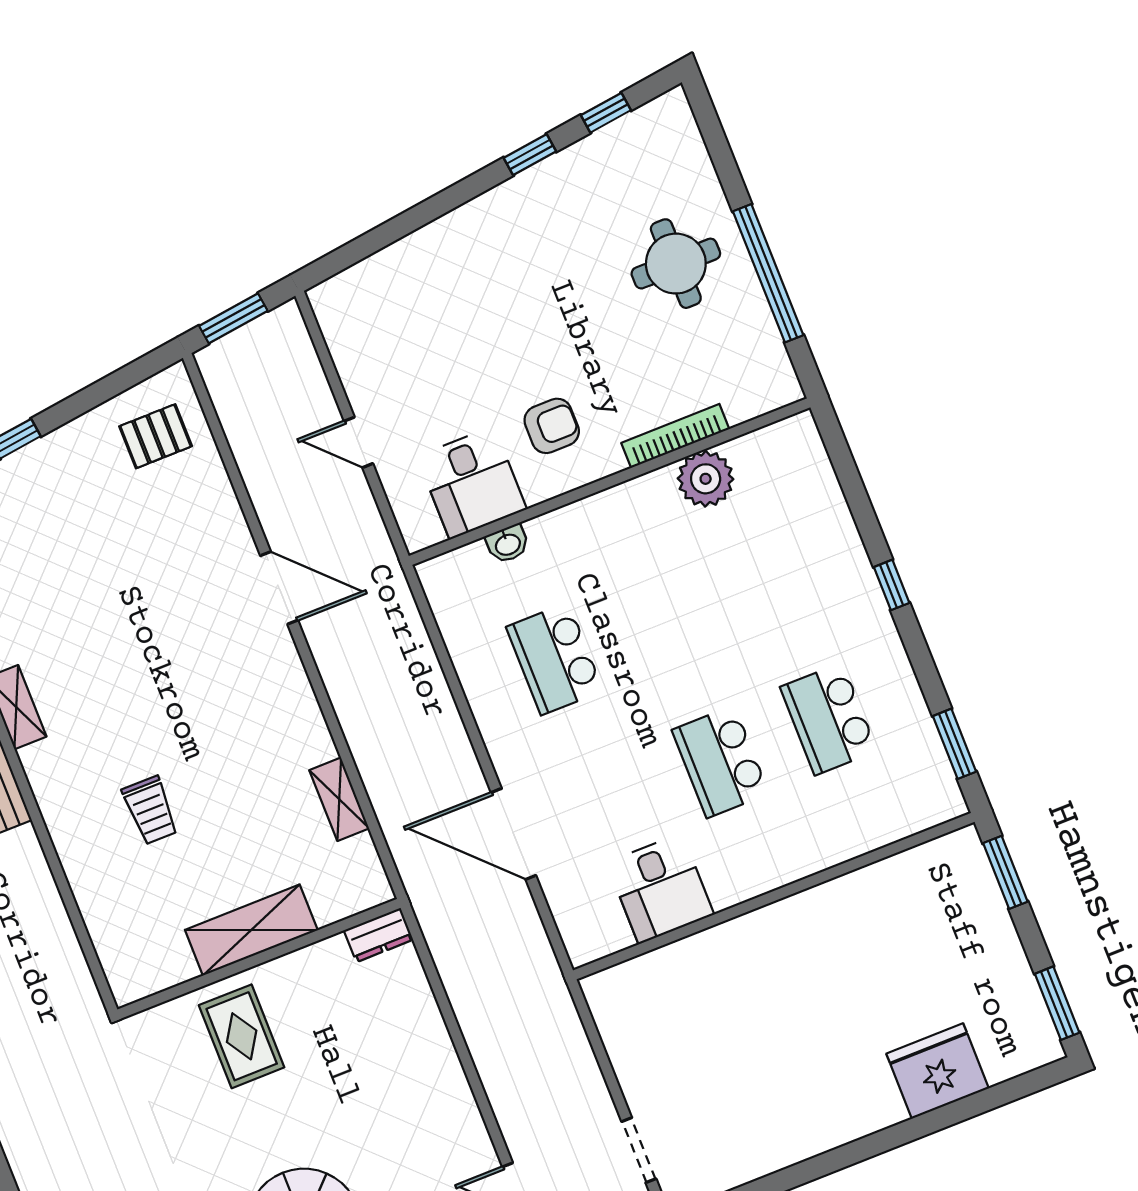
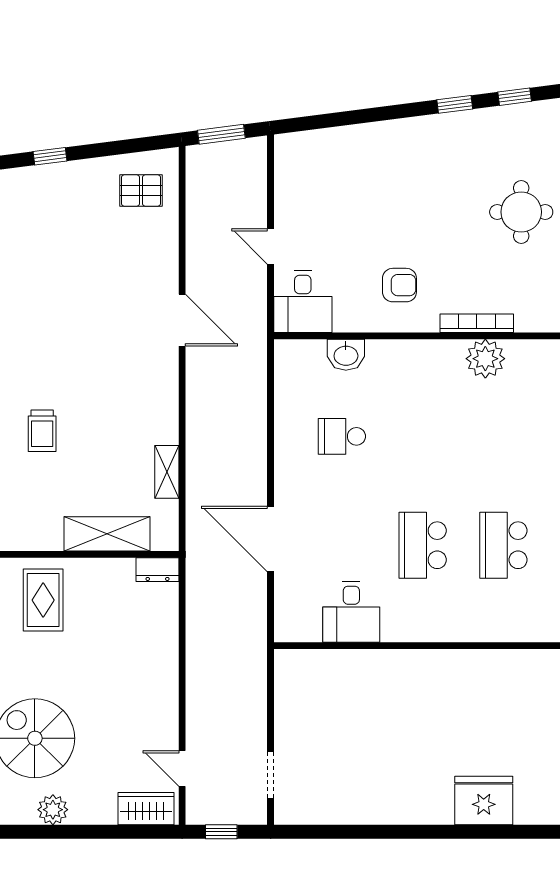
desk: (472, 483) -> (303, 301), moved
washbasin: (508, 544) -> (346, 355), width x1.38, depth x1.45
school desk: (555, 659) -> (342, 436), width x0.54
shelving: (251, 930) -> (107, 534), moved

